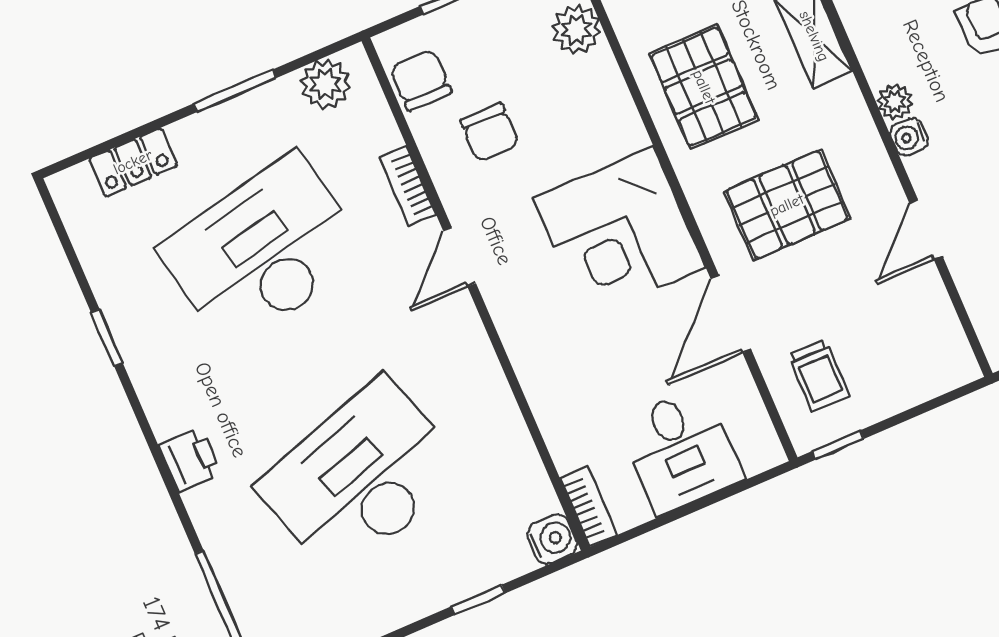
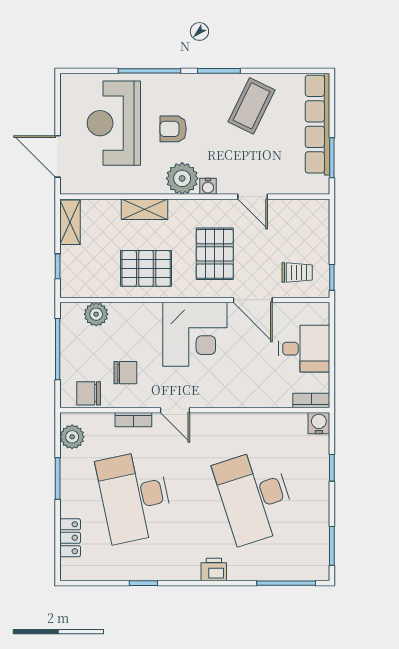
plant: (895, 102) -> (182, 178), width x1.87, depth x1.87

